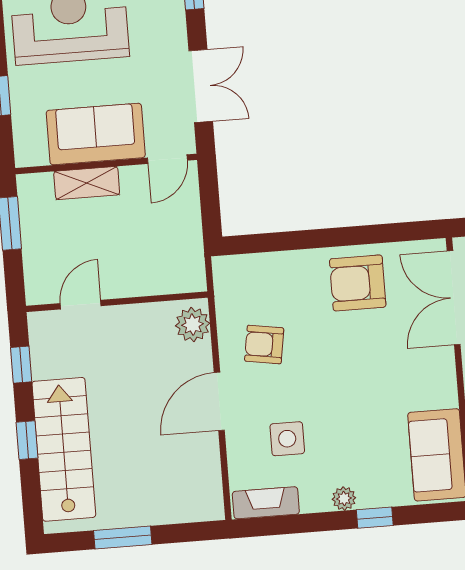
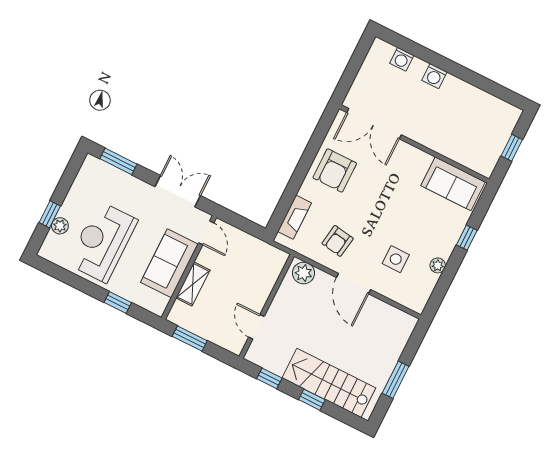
plant: (344, 499) -> (438, 265), moved
fireplace: (266, 503) -> (295, 217), moved, turned 180

